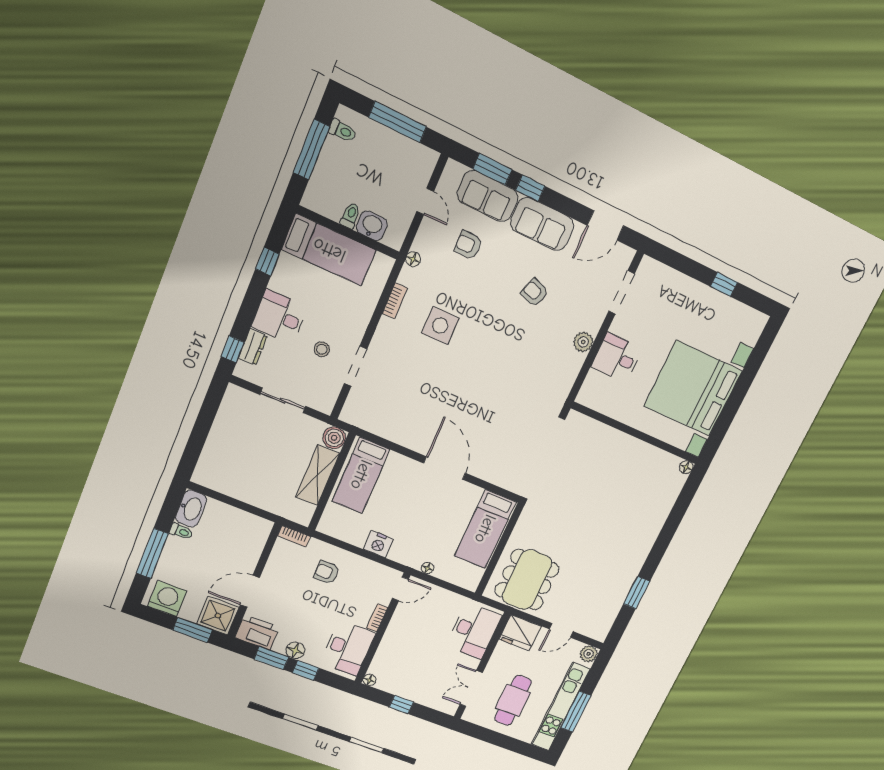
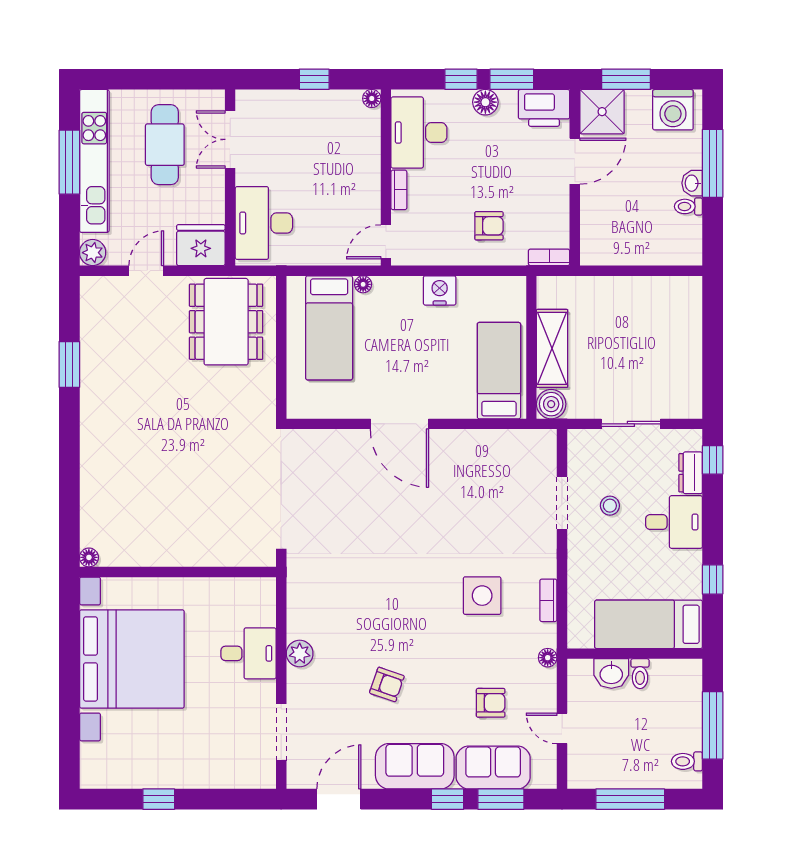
washbasin: (191, 509) -> (692, 183), moved, width x0.52, depth x0.69
bed: (485, 529) -> (329, 328), moved, turned 180
double door: (471, 688) -> (230, 139), swing flipped

